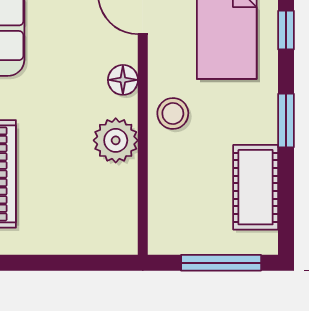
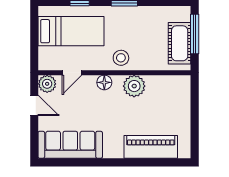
cot: (256, 187) -> (180, 43), moved, turned 90

